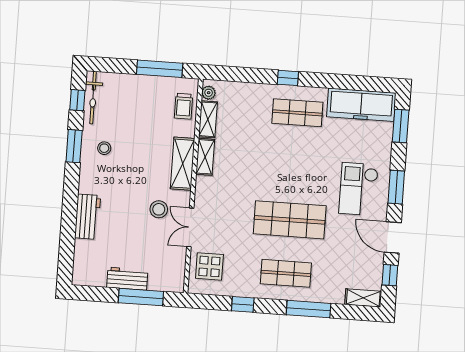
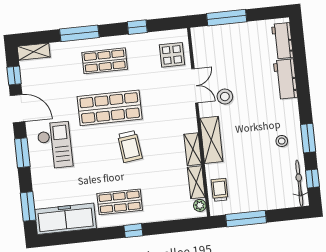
trolley: (275, 173) -> (130, 146), added
workbench: (127, 279) -> (282, 41), moved, turned 90

